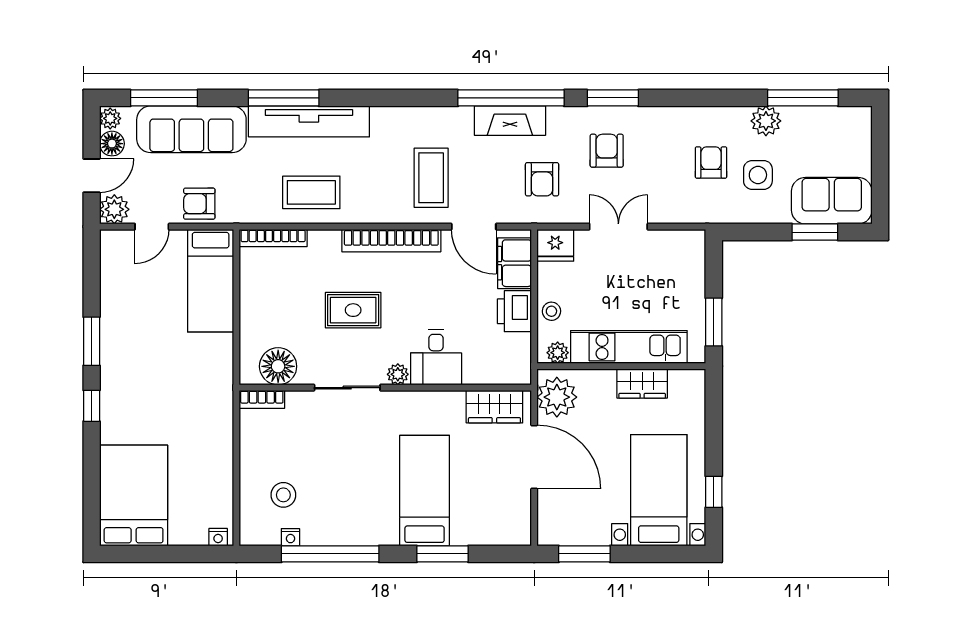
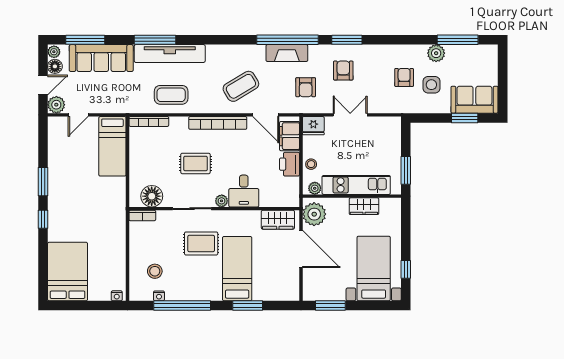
coffee table: (431, 178) -> (241, 86), turned 59
armchair: (199, 204) -> (106, 101), removed
rug: (363, 447) -> (201, 243), added

